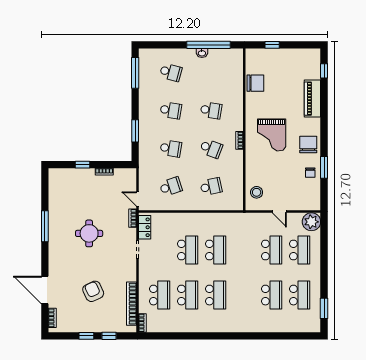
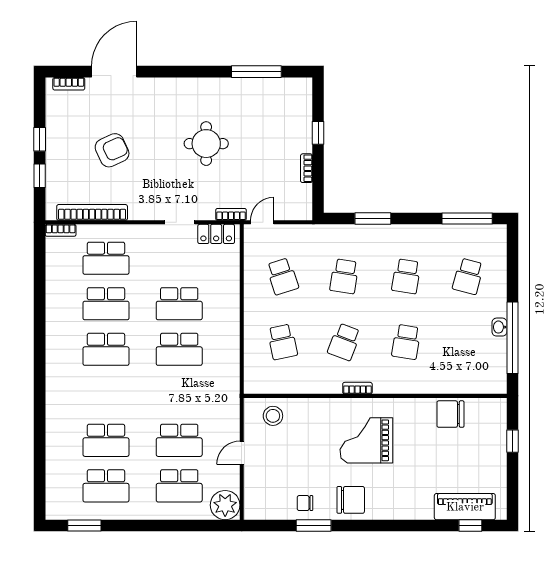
chair: (255, 83) -> (450, 414), turned 90
piano: (312, 99) -> (465, 507), moved
window: (45, 226) -> (256, 72), moved

